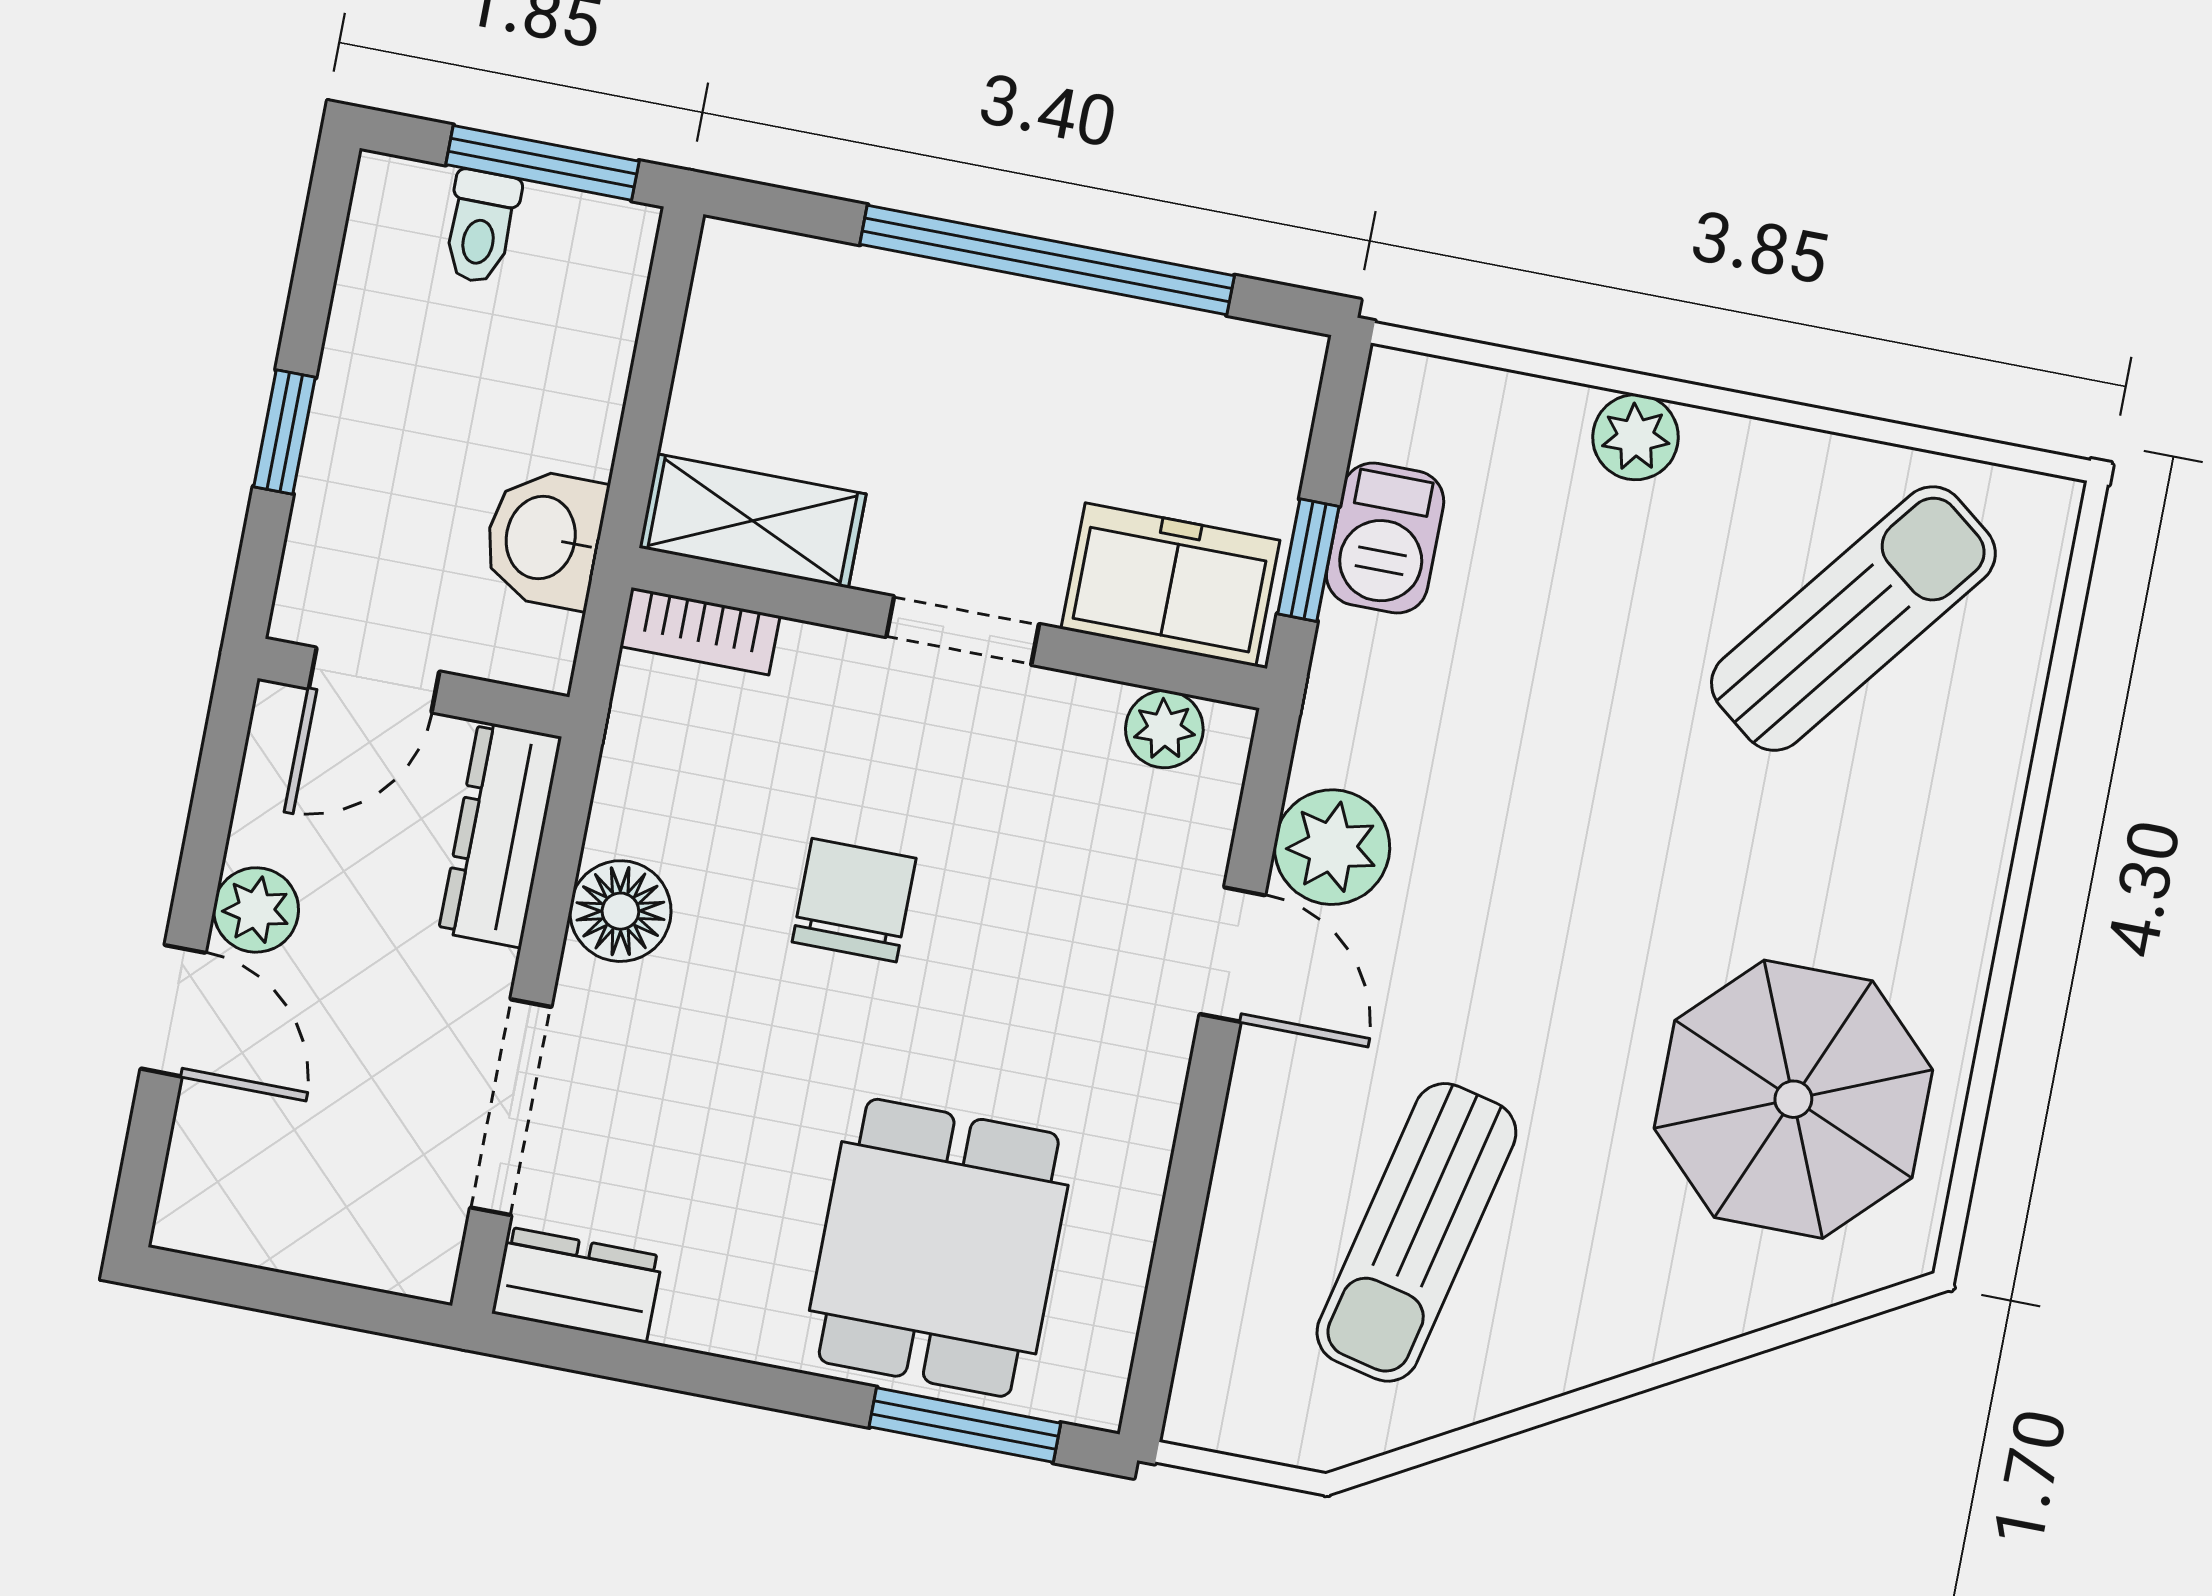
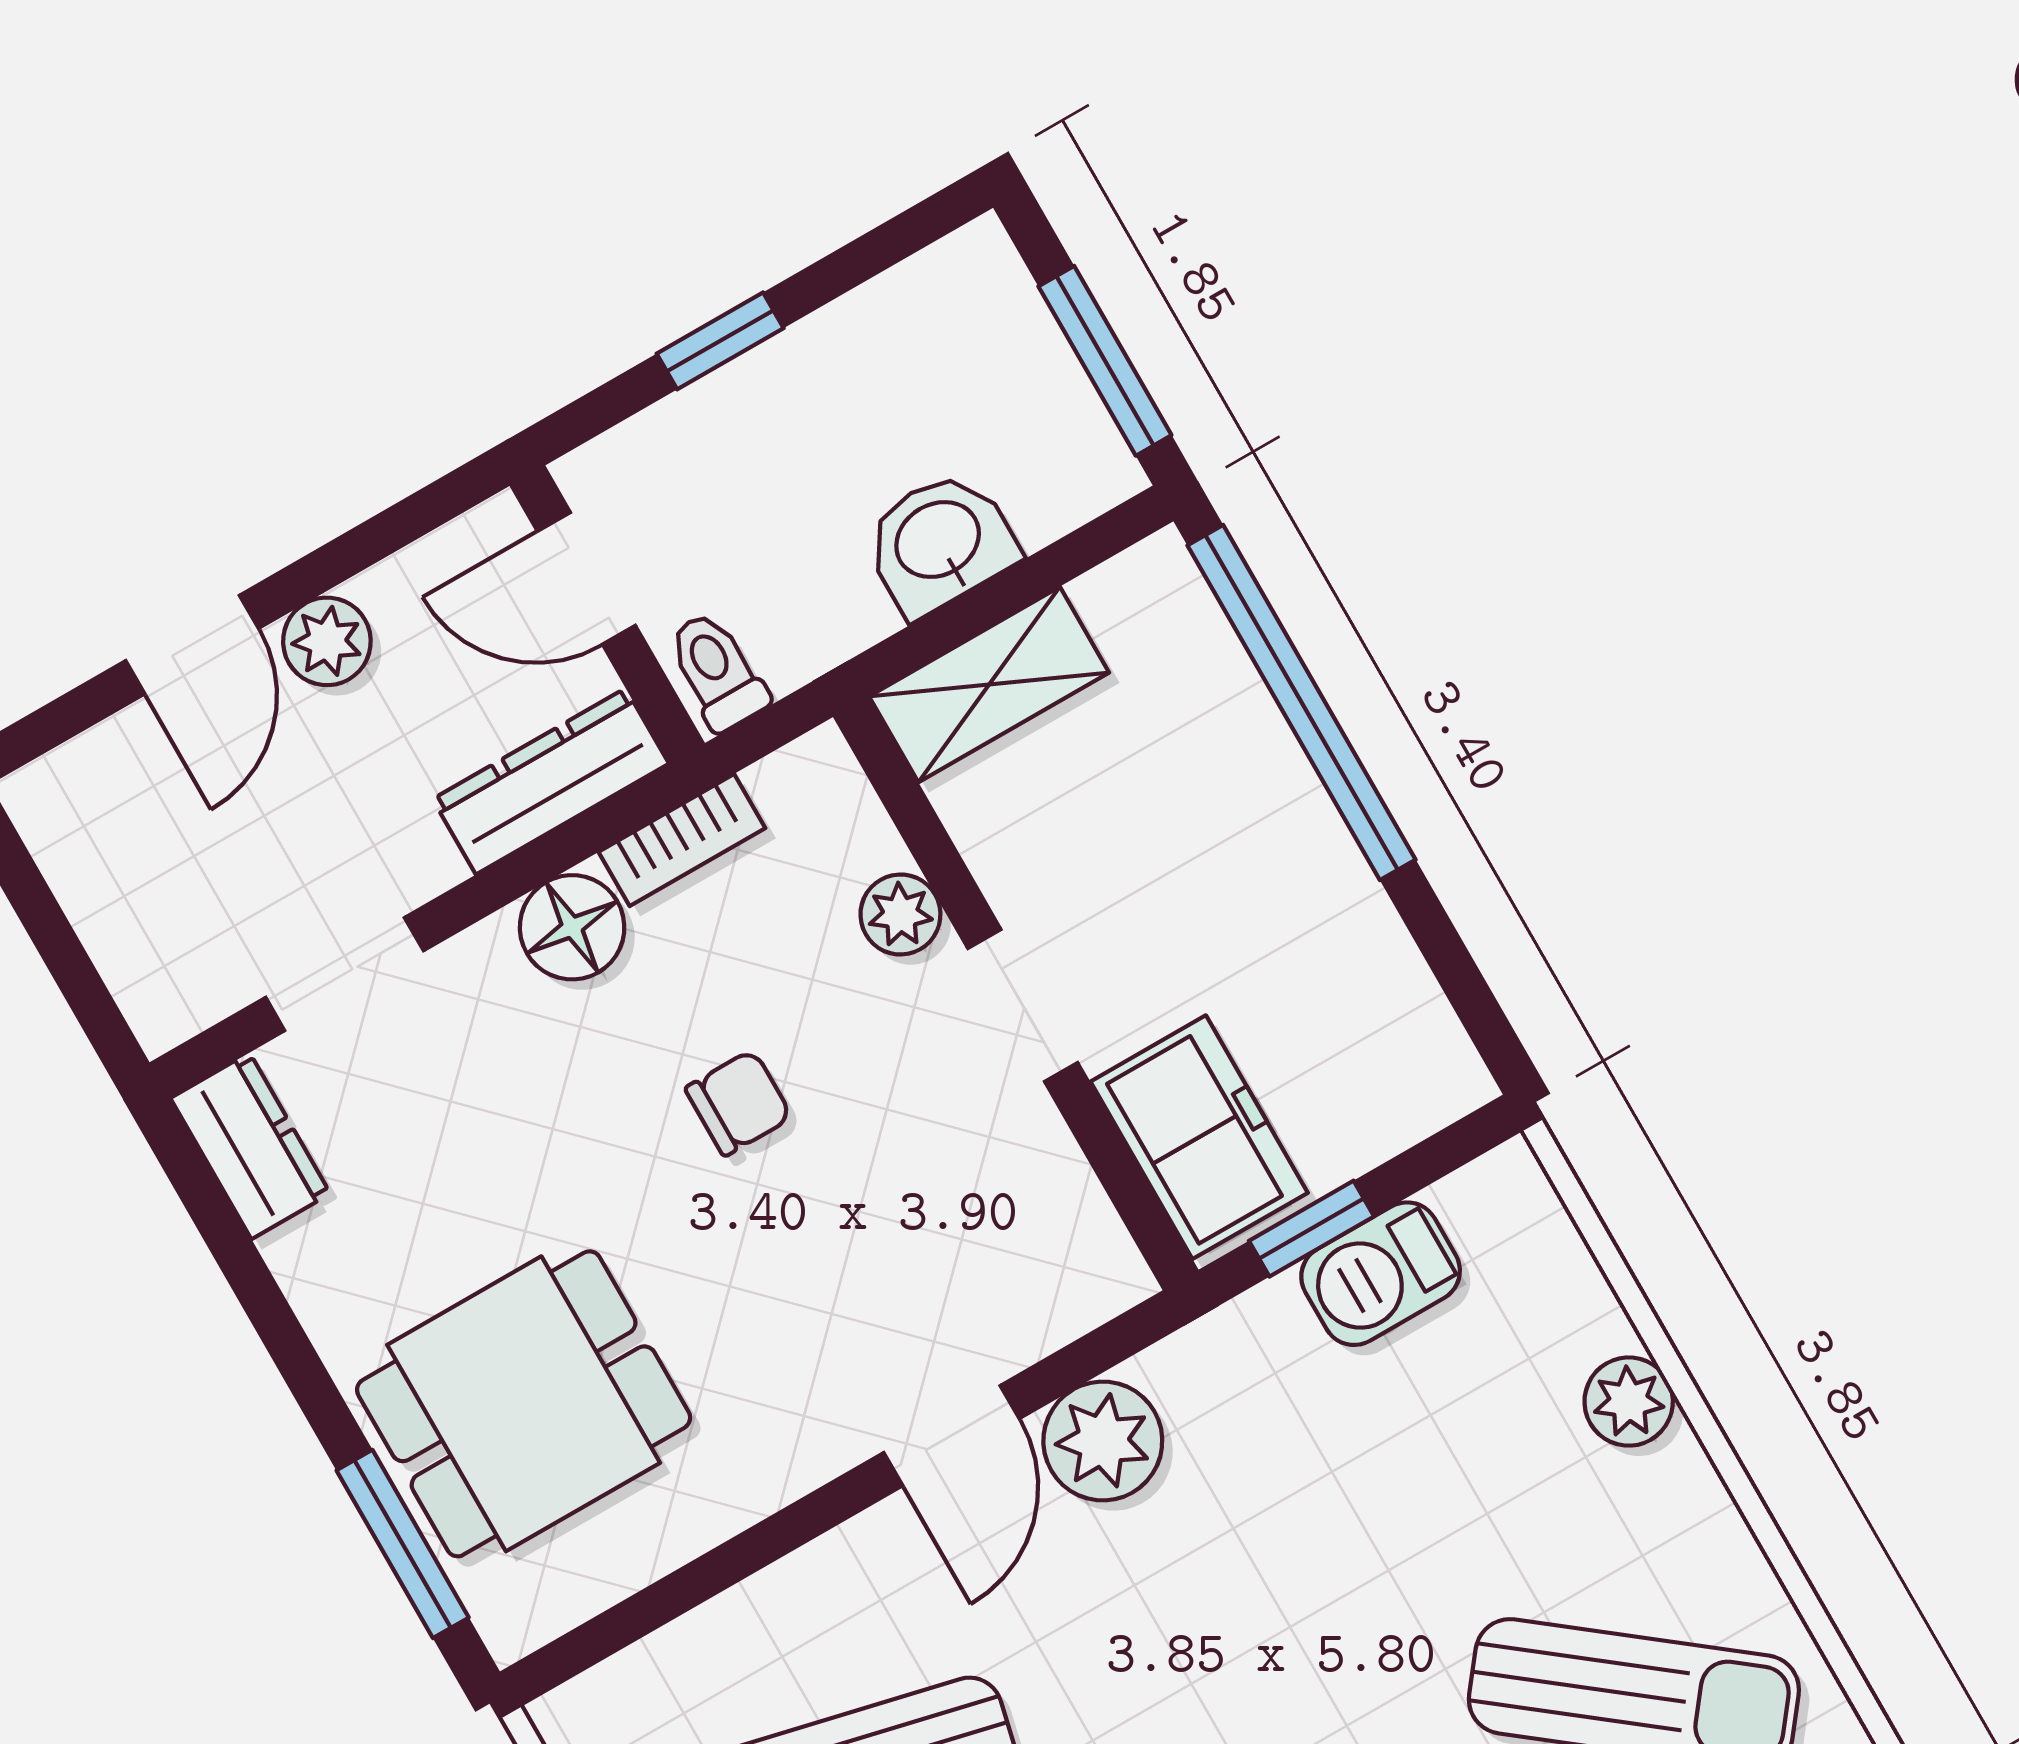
toilet: (481, 227) -> (717, 671), moved, turned 90
window: (1047, 260) -> (1302, 703), moved
shelving: (753, 521) -> (989, 684), moved, turned 90
washbasin: (544, 538) -> (939, 542), moved
bookcase: (700, 631) -> (682, 840), moved, turned -90
plant: (1164, 729) -> (900, 914), moved
chair: (854, 900) -> (739, 1103), width x0.73, depth x0.73
doorway: (511, 1107) -> (345, 974), width x0.73

